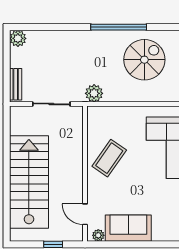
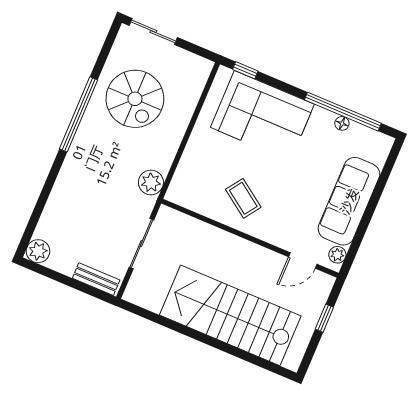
spiral stairs: (144, 60) -> (135, 99), turned 180
coffee table: (109, 158) -> (243, 198), width x0.73, depth x0.77
sofa: (128, 228) -> (349, 201), width x1.36

